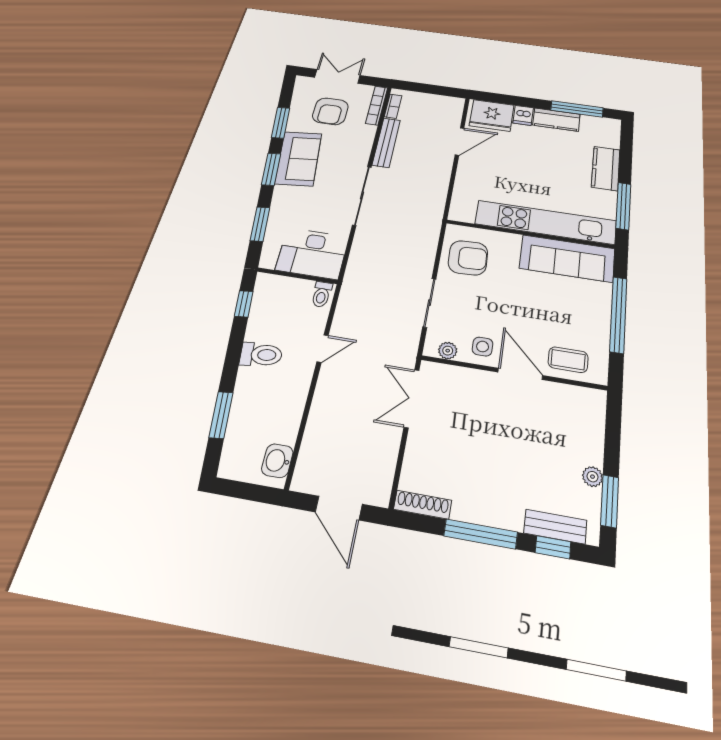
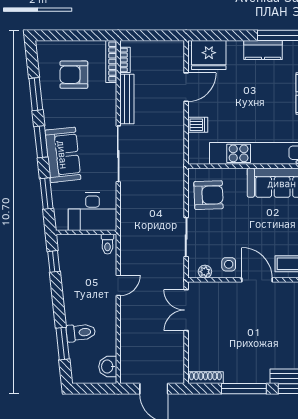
double door: (337, 76) -> (71, 35), removed
armchair: (330, 111) -> (74, 75), turned 90
dishwasher: (523, 115) -> (198, 125), moved, turned -90
sofa: (299, 159) -> (63, 155), moved
toilet: (261, 355) -> (81, 333), moved

